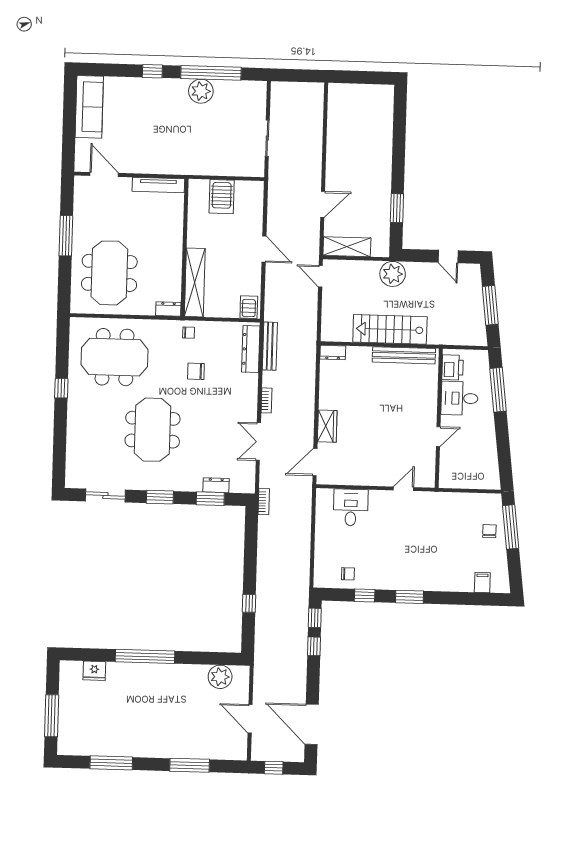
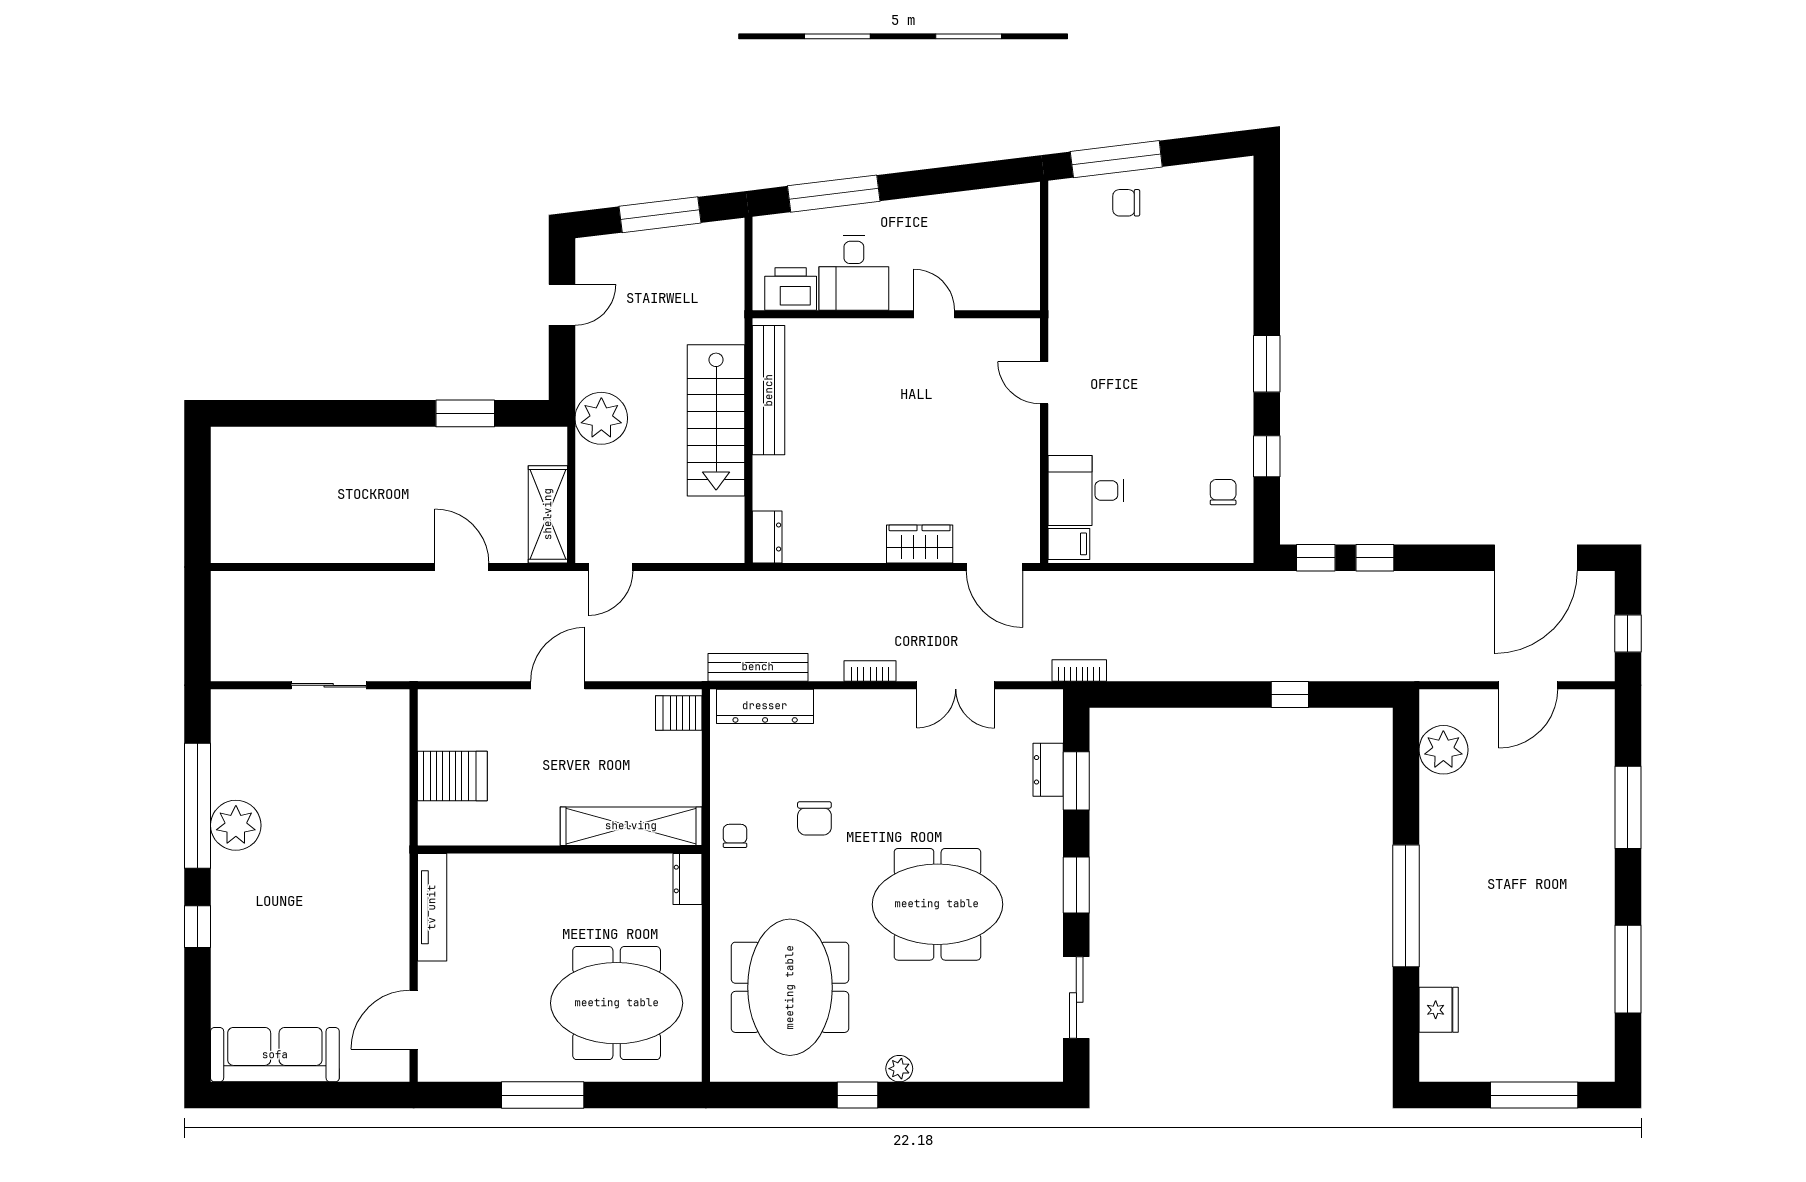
plant: (74, 409) -> (899, 1069), added
filing cabinet: (482, 583) -> (1069, 544), moved, turned 180

